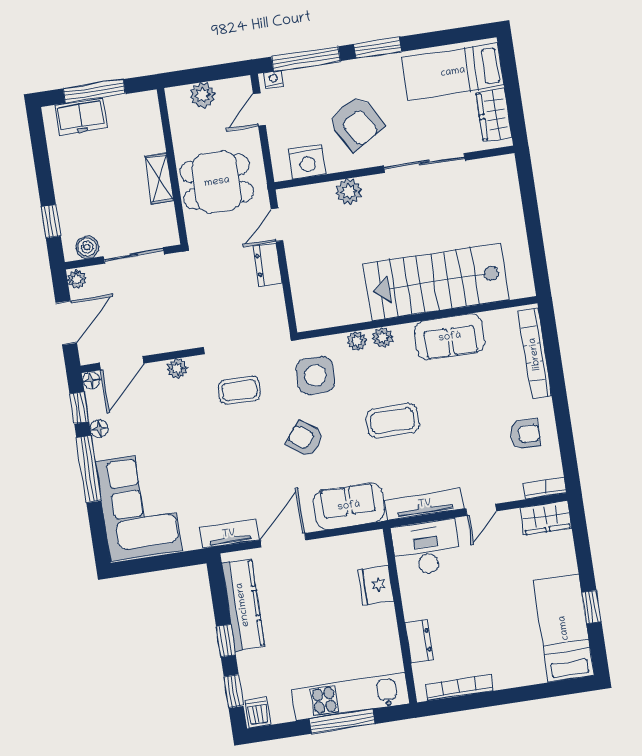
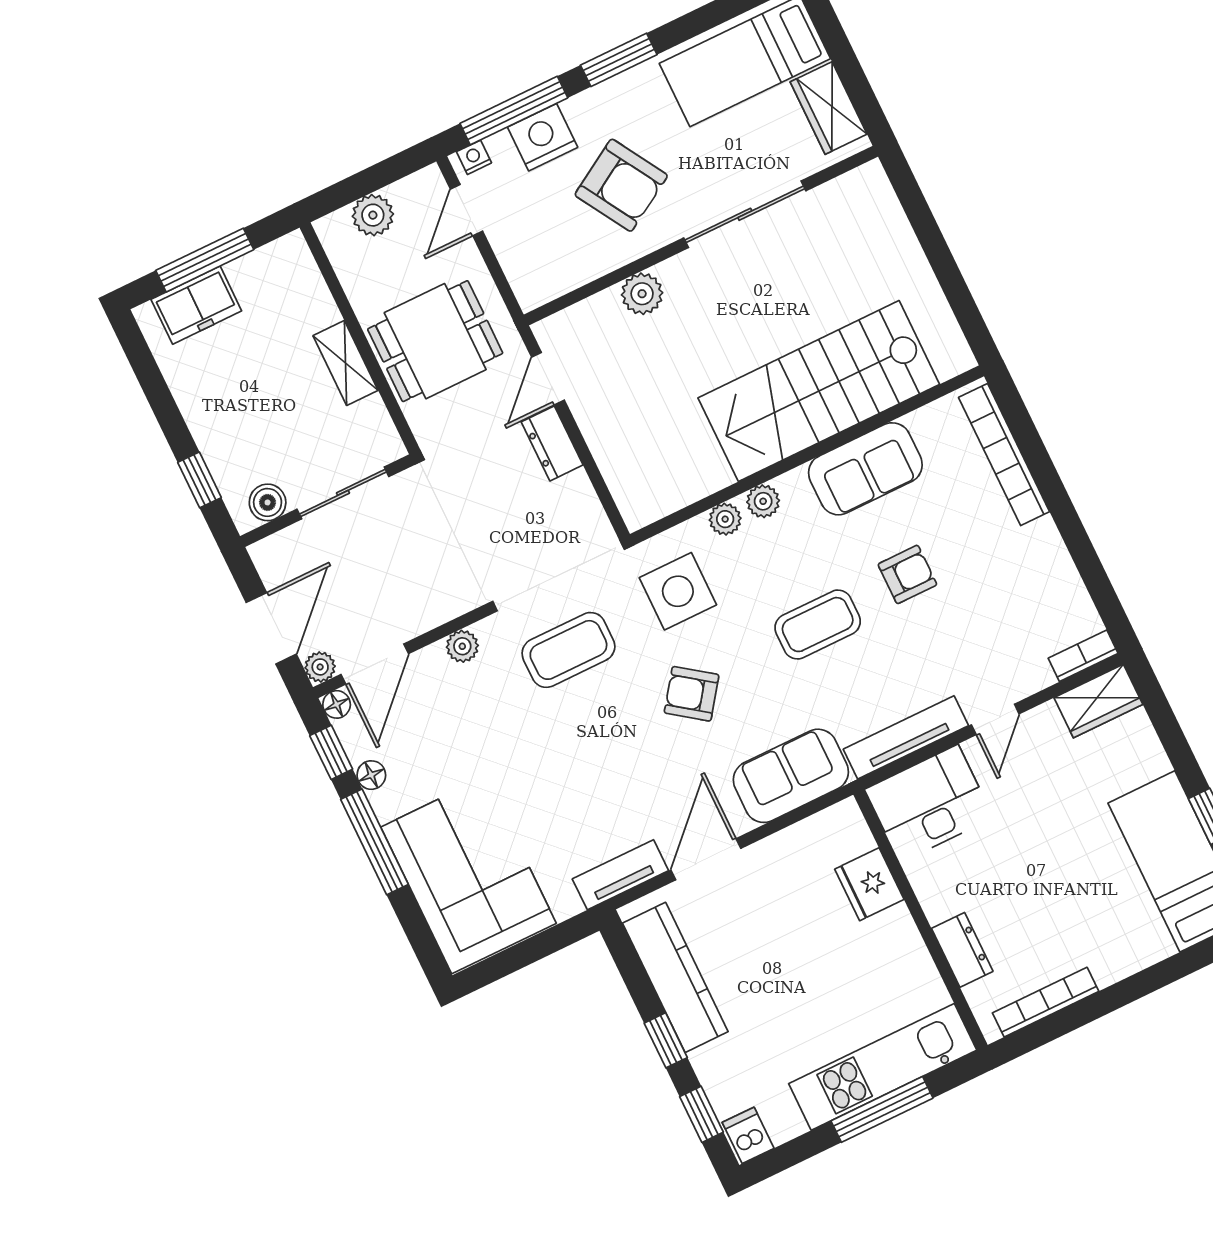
nightstand: (307, 162) -> (543, 137), moved, turned 180
plant: (77, 279) -> (320, 667), moved
coffee table: (240, 390) -> (568, 650), width x1.36, depth x1.30
armchair: (525, 434) -> (907, 574), moved

